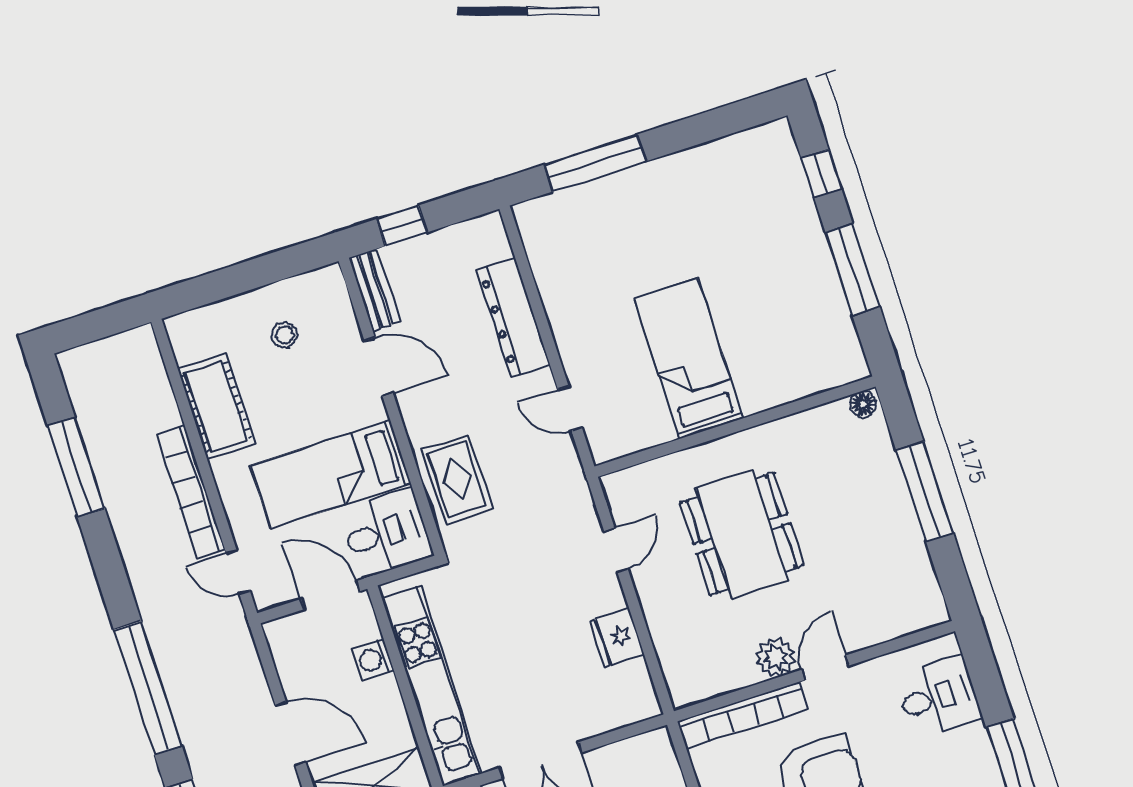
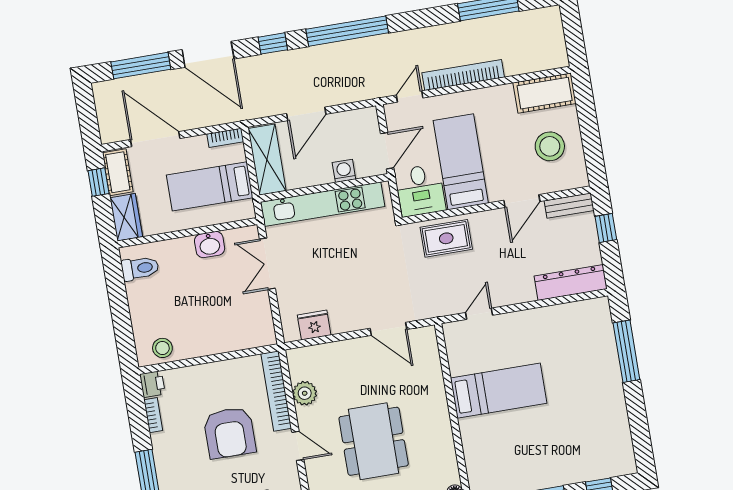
dresser: (513, 317) -> (571, 282), moved
stool: (284, 335) -> (550, 146), width x1.89, depth x1.89
cot: (216, 406) -> (545, 93), moved
dining table: (742, 534) -> (374, 441), moved, turned 90
door: (616, 550) -> (388, 329), width x1.38
fridge: (617, 638) -> (314, 325), moved
plant: (775, 657) -> (305, 393), moved

